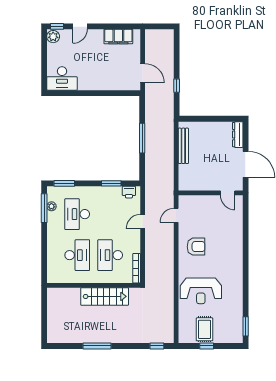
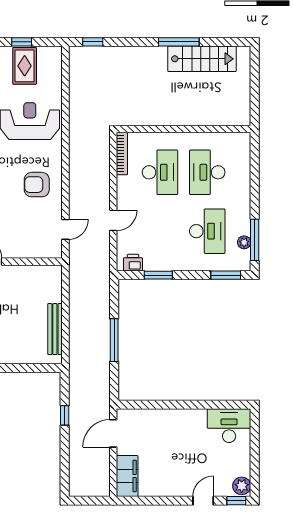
filing cabinet: (118, 37) -> (127, 476), moved, turned 90
door: (143, 73) -> (113, 433), hinge flipped
stairs: (105, 296) -> (202, 59), moved, turned 180

